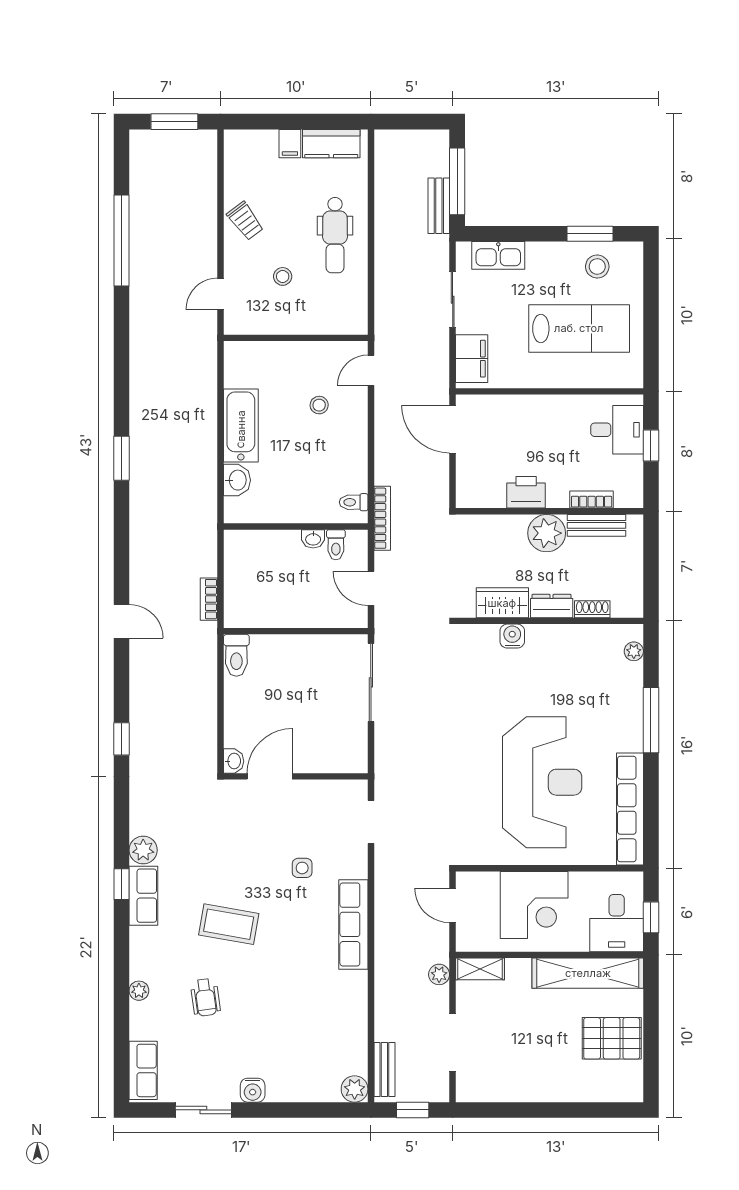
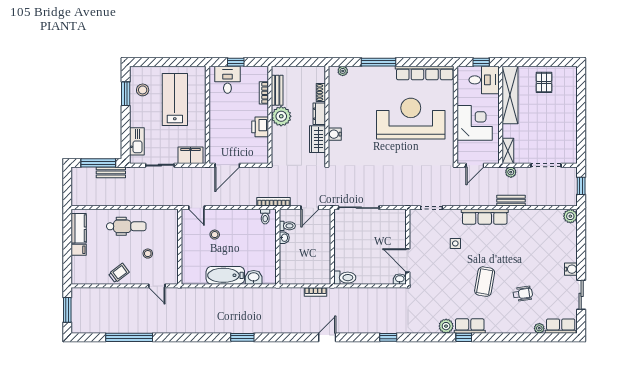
plant: (139, 991) -> (539, 328), moved
pallet: (612, 1038) -> (544, 82), width x0.67, depth x0.71
bench: (384, 1070) -> (511, 201), moved

